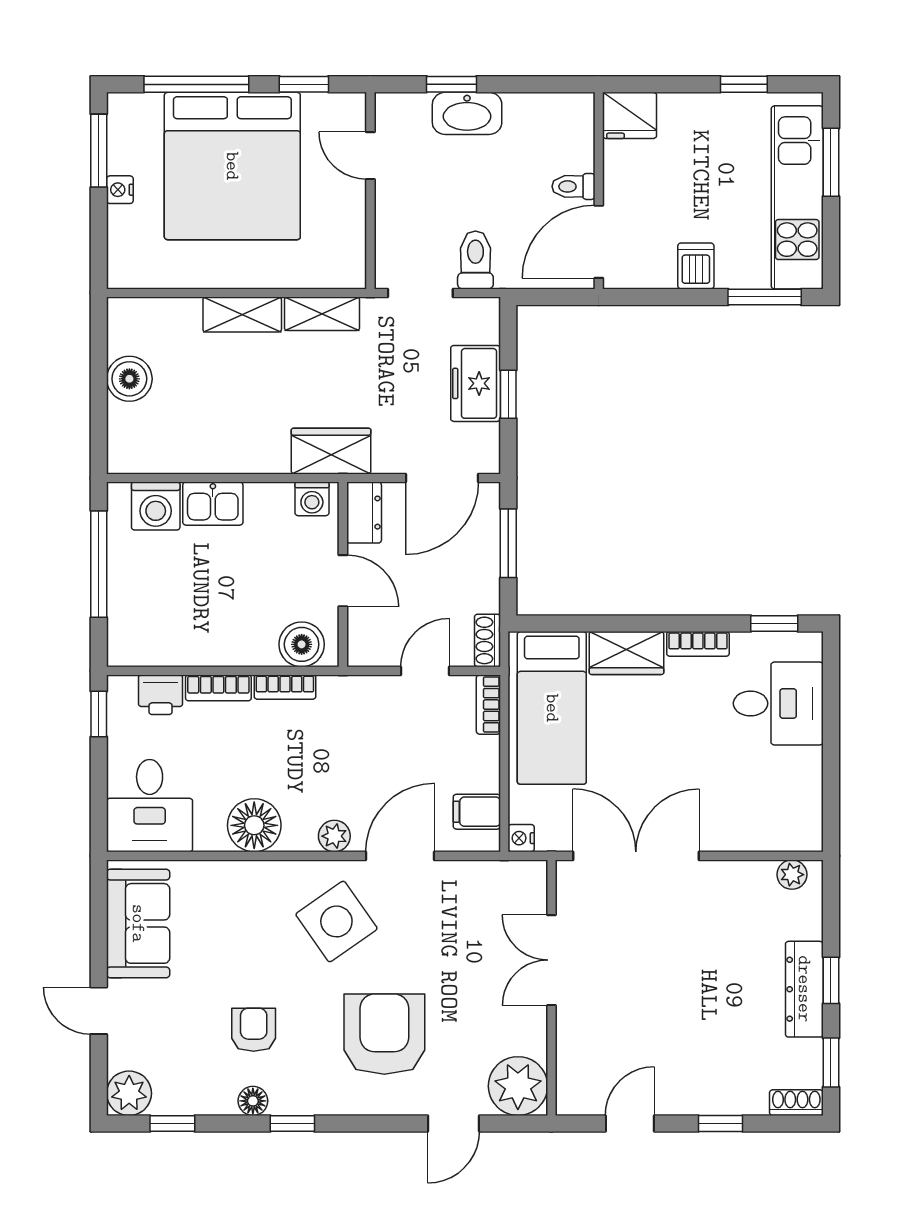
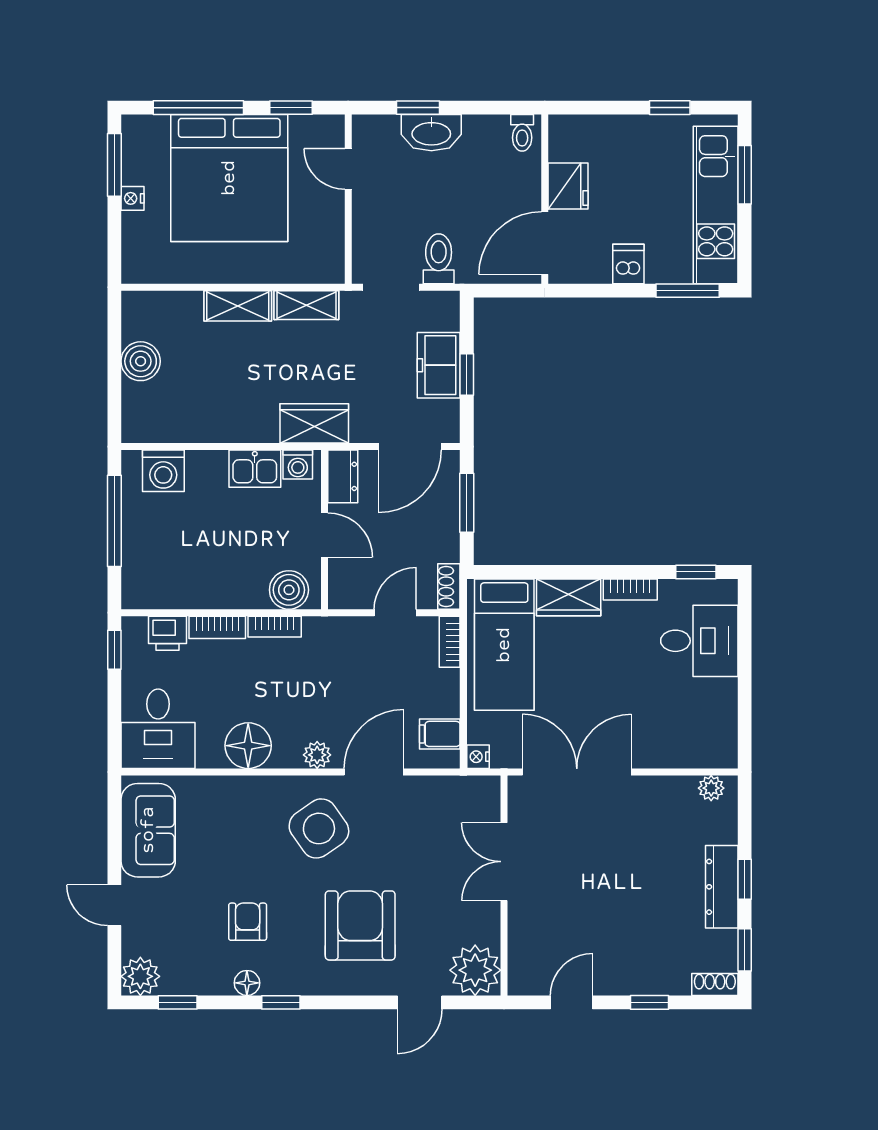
fridge: (630, 115) -> (568, 186), moved, turned -90
toilet: (573, 186) -> (522, 133), moved, turned -90
kitchen sink: (213, 504) -> (255, 469), moved

